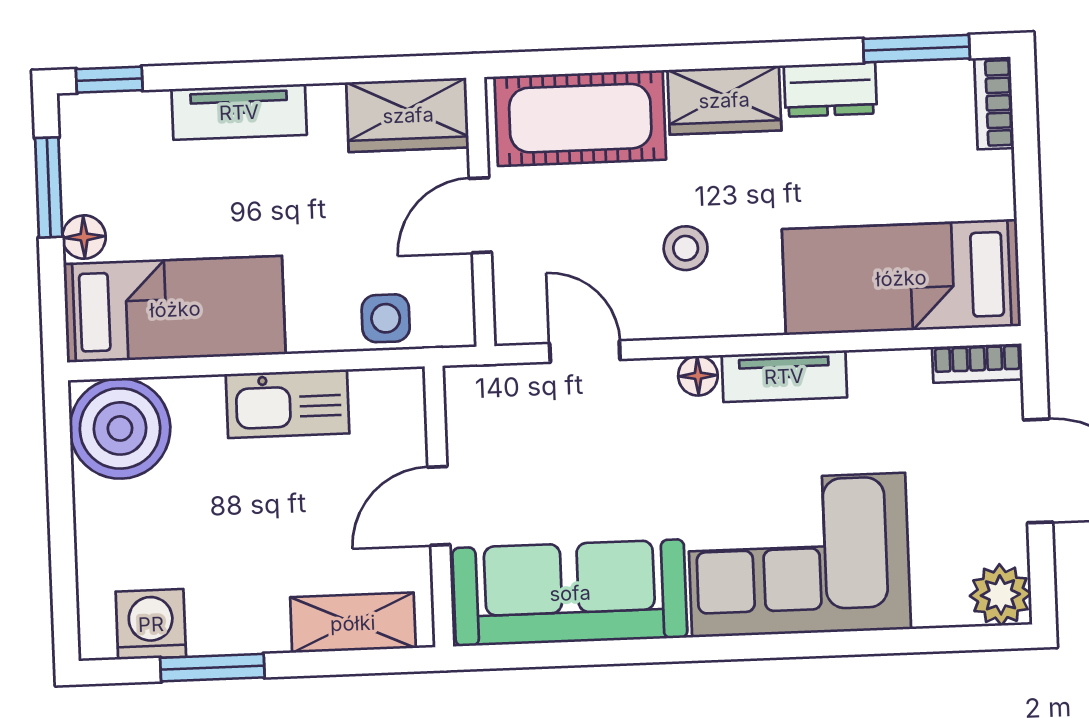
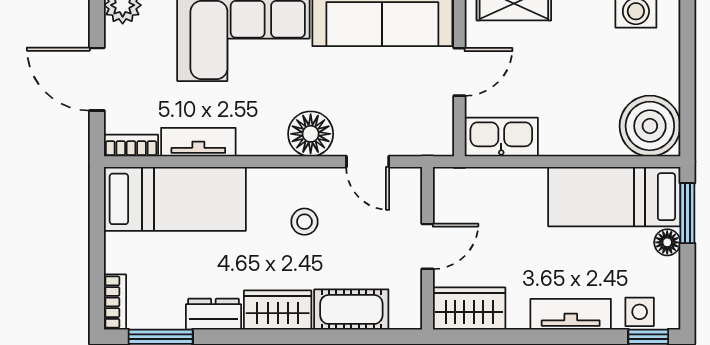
cot: (580, 118) -> (351, 309), width x0.73, depth x0.75
window: (49, 187) -> (687, 213), moved
side table: (386, 318) -> (640, 312), moved
floor lamp: (698, 376) -> (311, 134), width x1.89, depth x1.89
tv unit: (784, 376) -> (198, 142), moved
kitchen sink: (288, 404) -> (501, 137), moved

